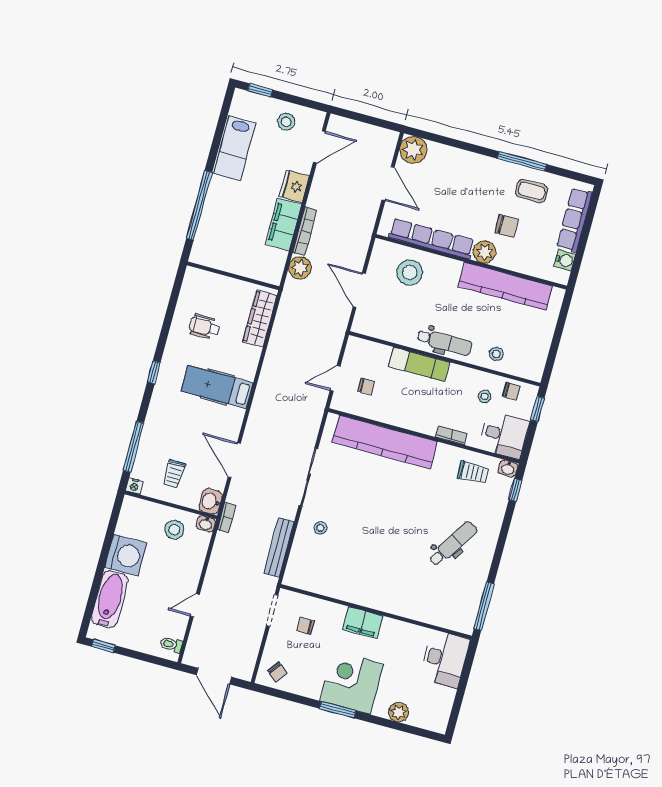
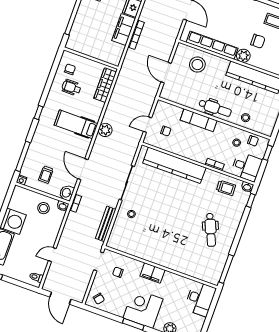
plant: (300, 268) -> (105, 130), moved
chair: (200, 297) -> (70, 69), added
dental chair: (453, 544) -> (211, 230), turned 124

